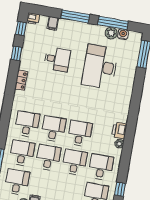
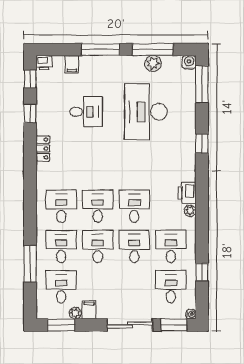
water cooler: (123, 34) -> (189, 62), moved
window: (136, 97) -> (202, 144), added

